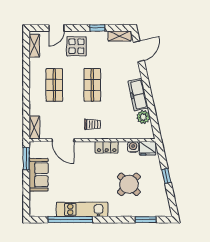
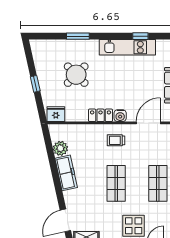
door: (63, 140) -> (148, 123), hinge flipped
water cooler: (133, 147) -> (120, 116), moved
window: (70, 220) -> (140, 36), width x0.32
window: (146, 220) -> (78, 36), moved

